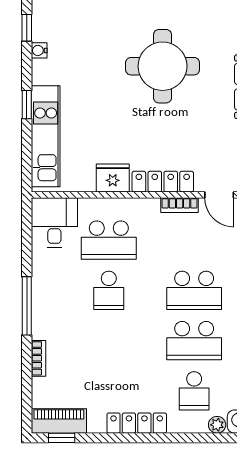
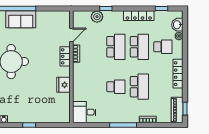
kitchen unit: (46, 136) -> (44, 116), removed
locker: (163, 182) -> (65, 56), width x0.66
school desk: (109, 240) -> (139, 87), moved

